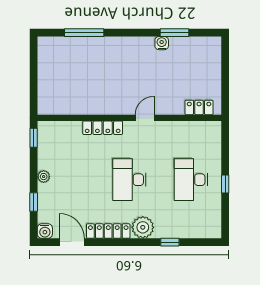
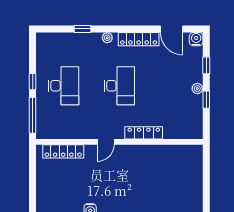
locker: (199, 107) -> (63, 151), width x1.53
window: (34, 138) -> (206, 100), moved
window: (225, 147) -> (33, 115), added
plant: (143, 227) -> (107, 38), width x0.53, depth x0.53

